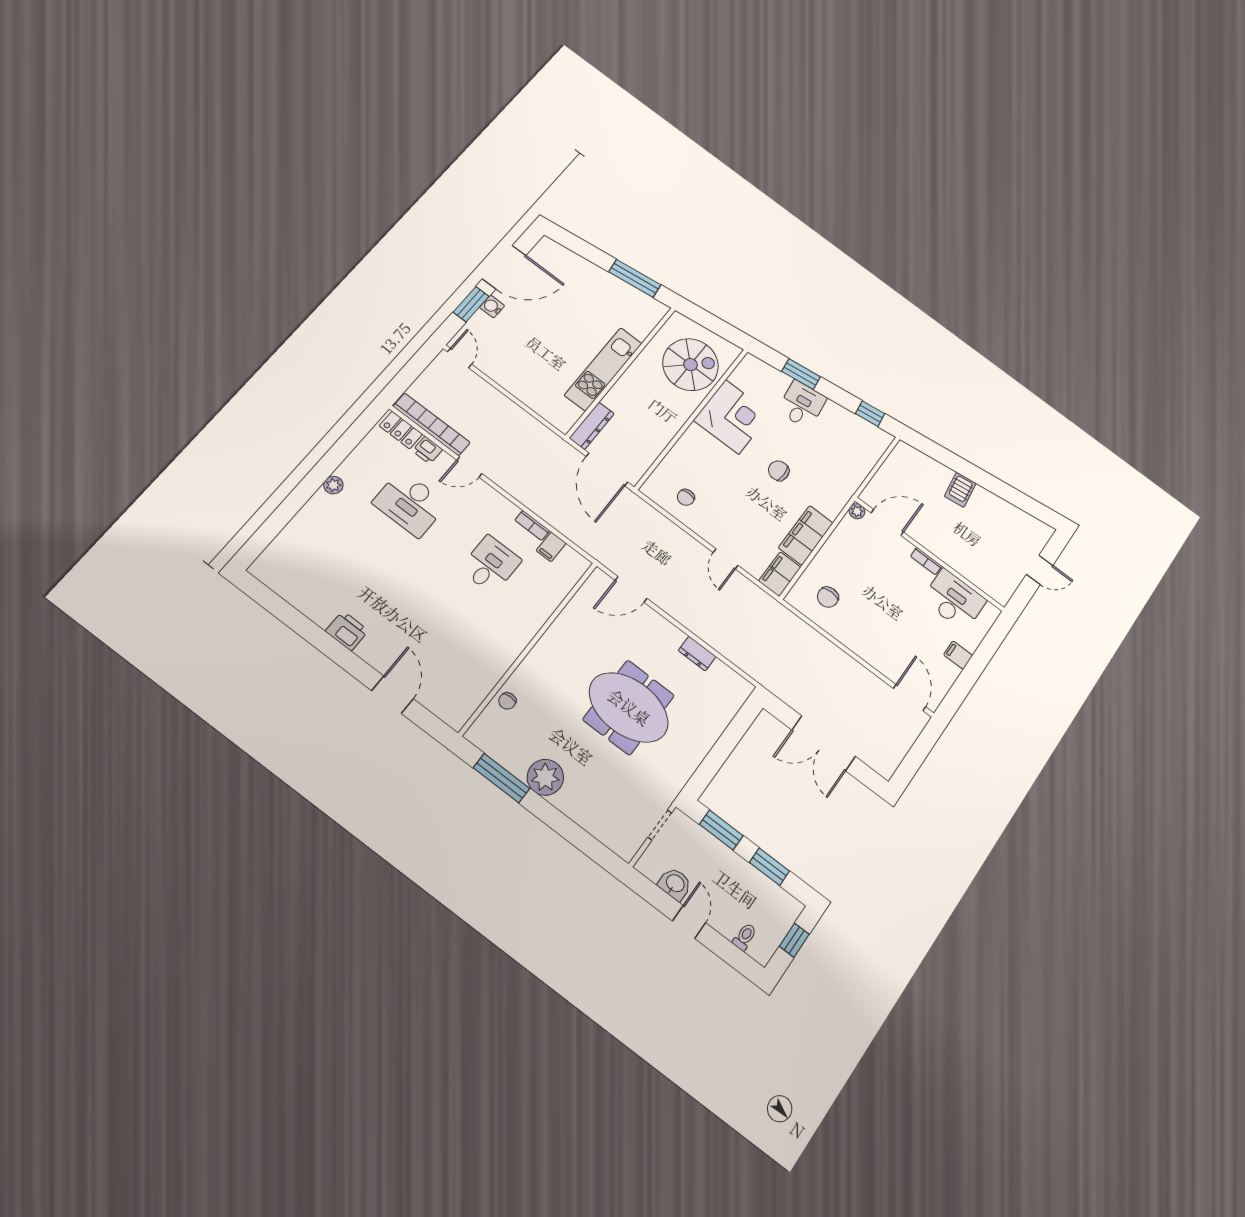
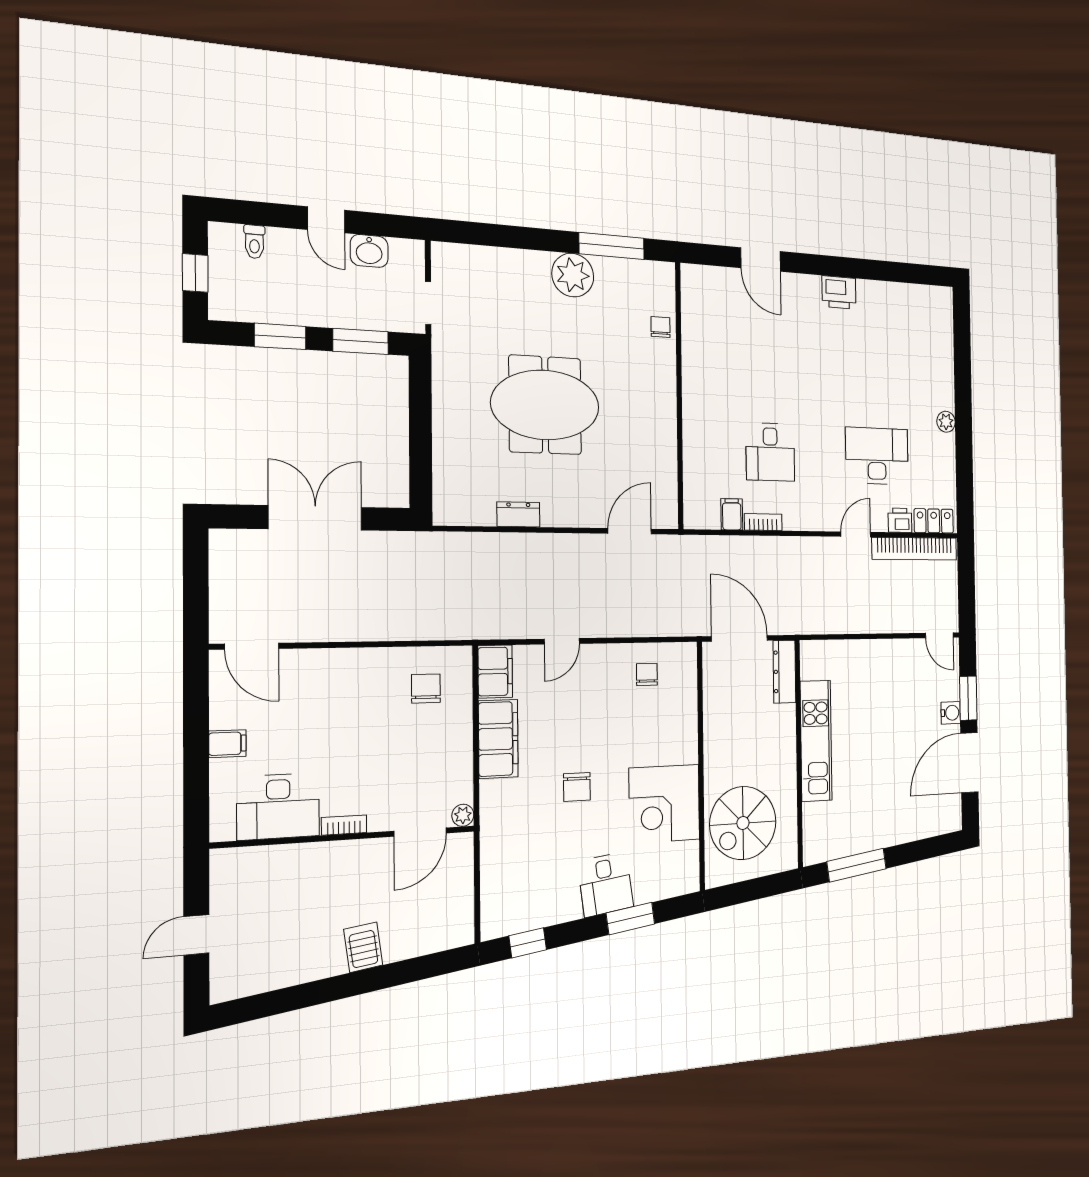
chair: (779, 471) -> (577, 787), turned 90
door: (726, 559) -> (562, 641), swing flipped

